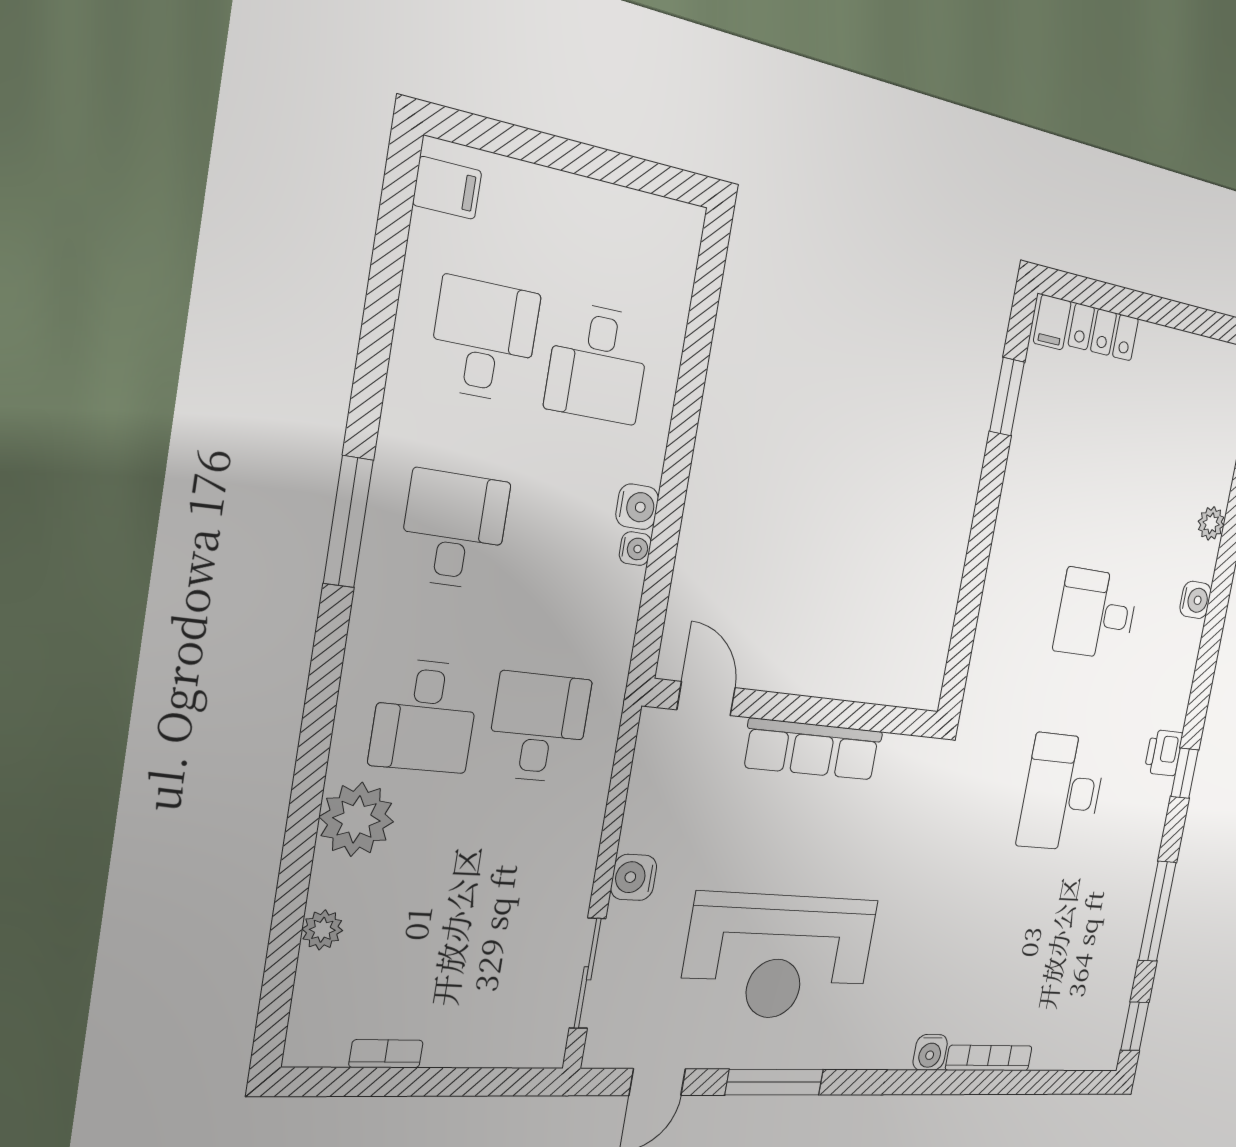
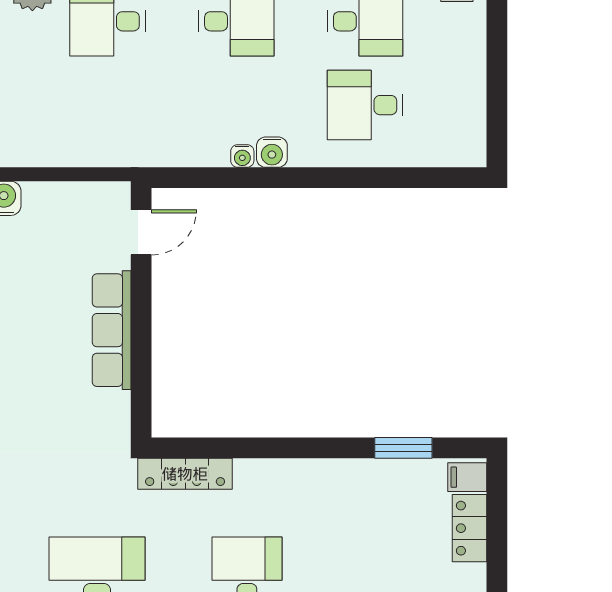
locker: (983, 675) -> (185, 474), added
desk: (539, 727) -> (108, 105), removed

